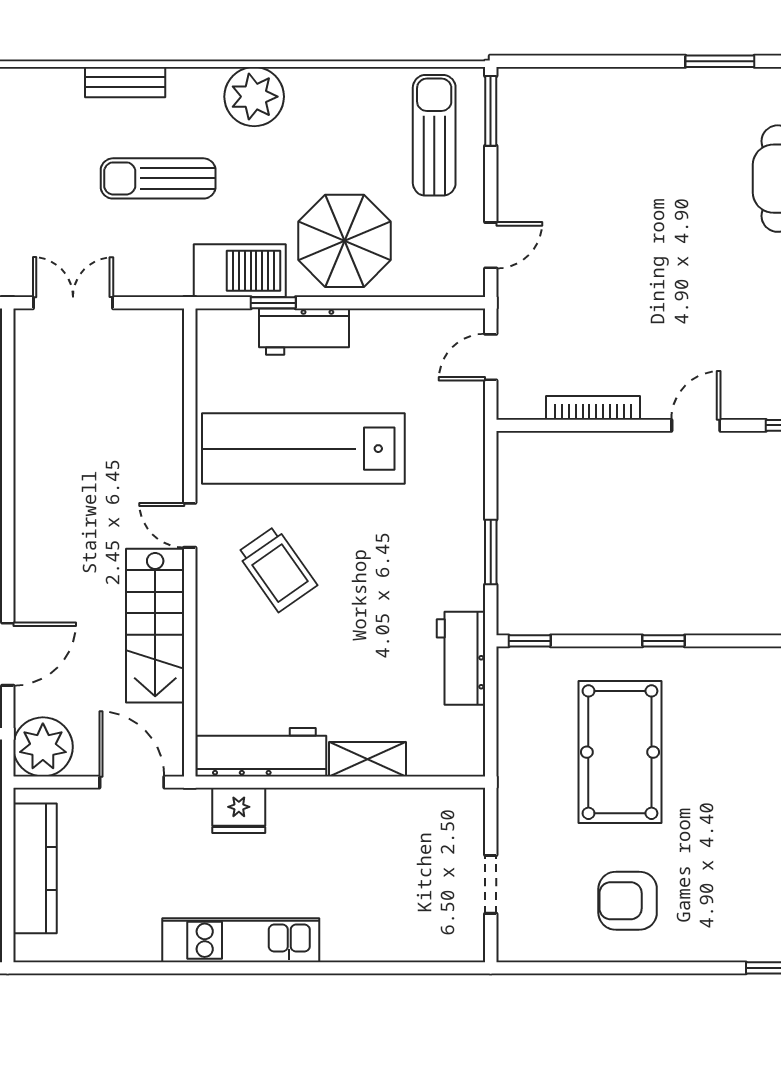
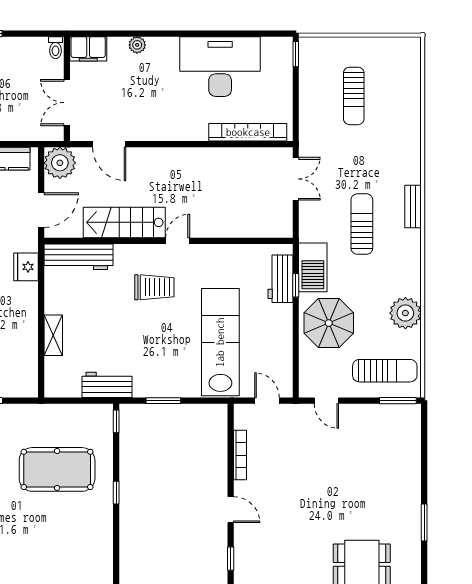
plant: (254, 97) -> (405, 313), moved
workbench: (304, 332) -> (280, 279), moved
lab bench: (303, 449) -> (220, 342), moved
trolley: (277, 569) -> (154, 287), turned -145
workbench: (261, 752) -> (79, 257), moved, turned 90

